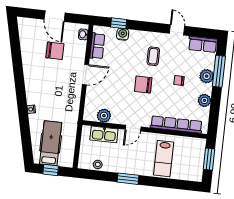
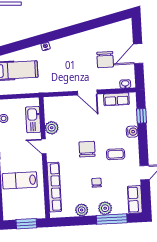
water cooler: (123, 34) -> (132, 132), moved
plant: (104, 116) -> (52, 128), moved

